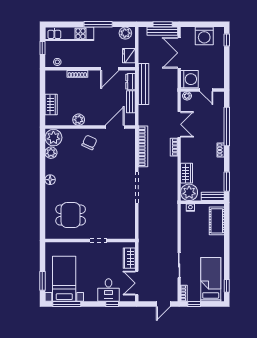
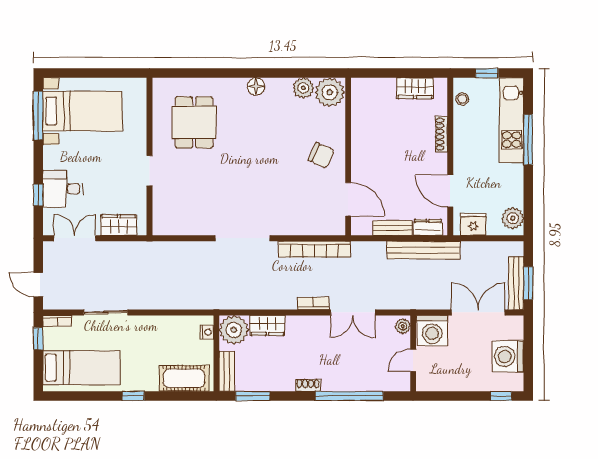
window: (98, 24) -> (528, 139), moved
wardrobe: (51, 105) -> (415, 88), moved
plant: (79, 120) -> (361, 136), removed
window: (42, 281) -> (79, 73), removed
window: (227, 286) -> (133, 396), moved

